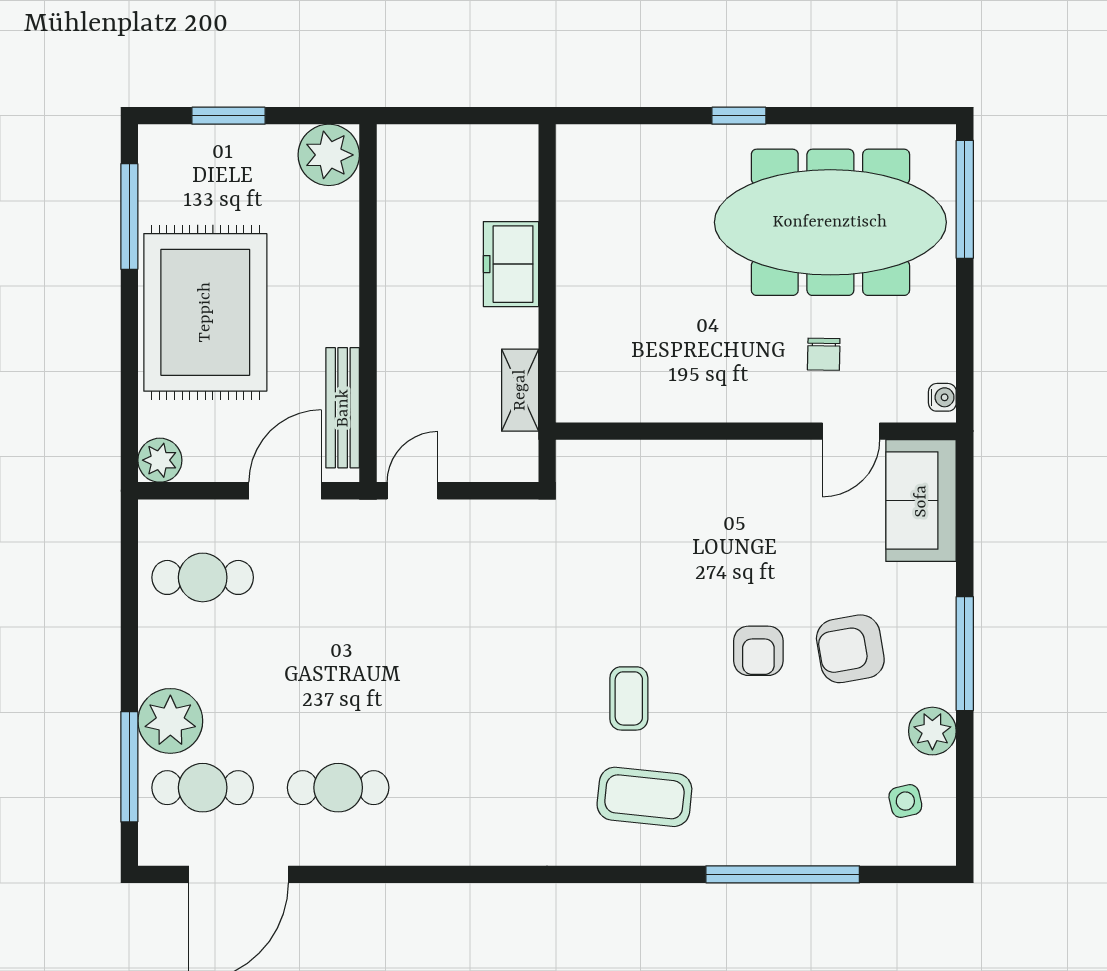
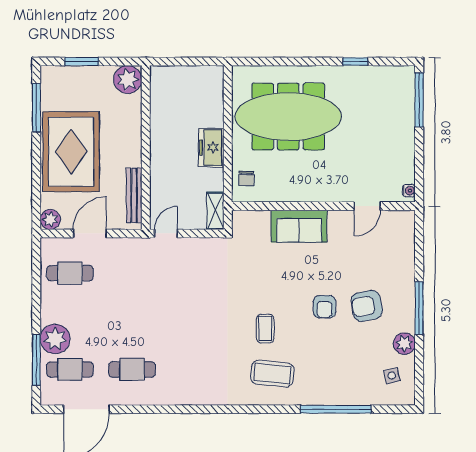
window: (739, 116) -> (355, 62), moved
meeting table: (830, 222) -> (288, 117), moved
freezer: (511, 264) -> (211, 148), moved
chair: (824, 354) -> (246, 178), moved
shelving: (520, 390) -> (215, 211), moved
door: (285, 491) -> (90, 233), moved
sofa: (921, 501) -> (299, 226), moved, turned -90

